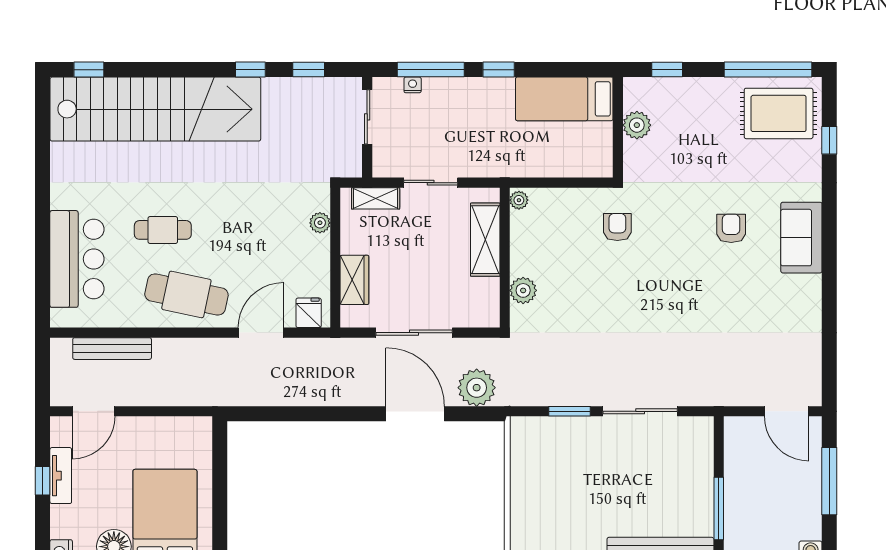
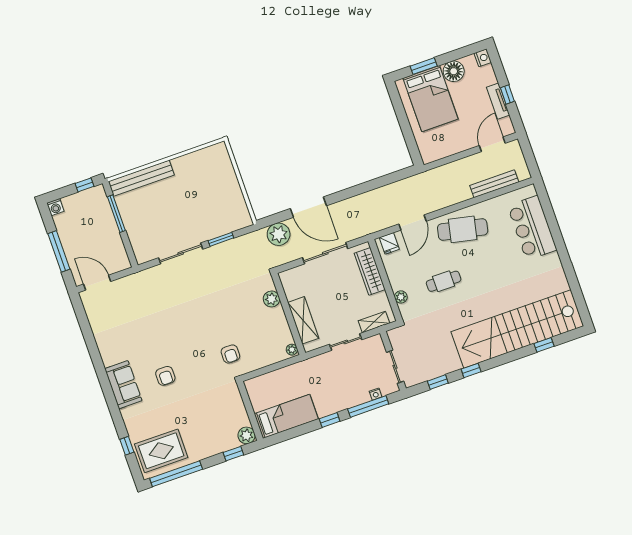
window: (89, 70) -> (544, 345), moved
plant: (637, 125) -> (246, 435), moved
cafe table: (163, 230) -> (444, 281), moved
wardrobe: (354, 280) -> (370, 271), width x1.50

